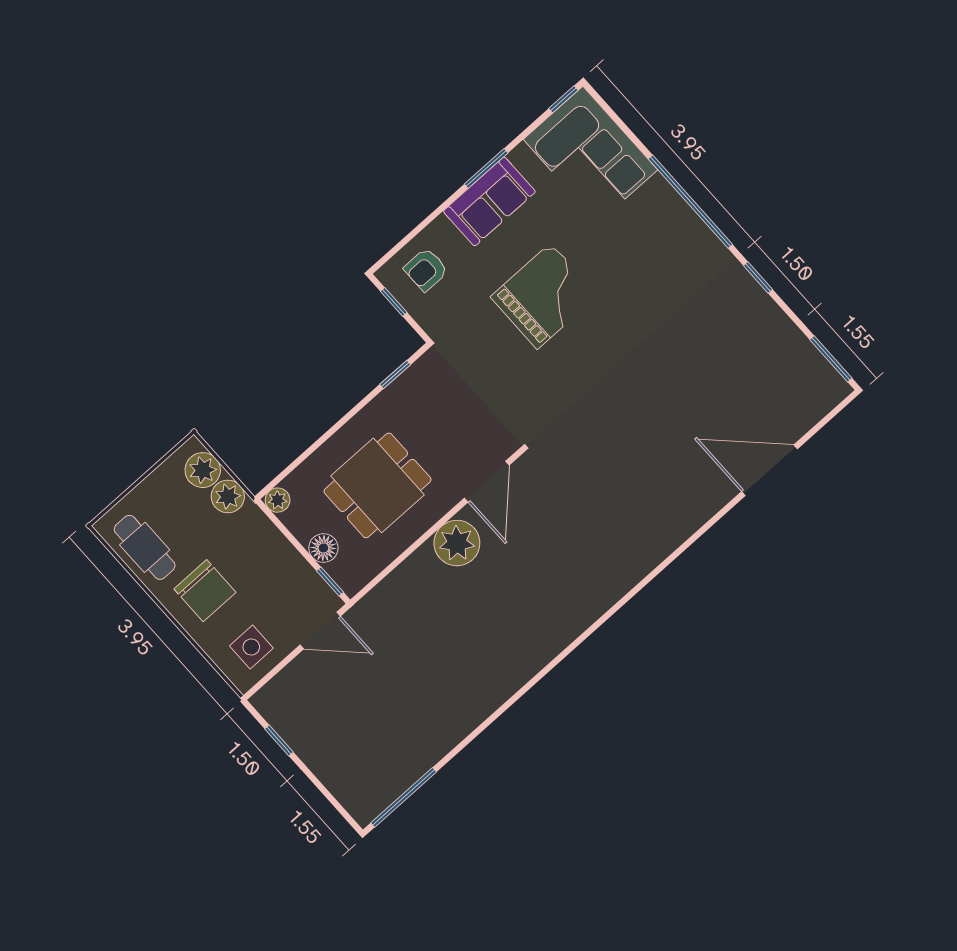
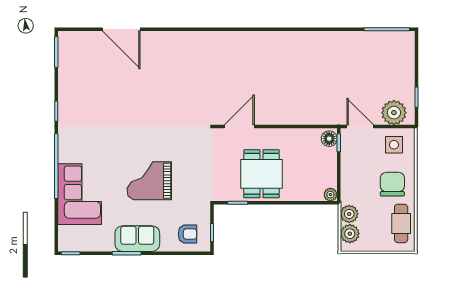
corner sofa: (590, 155) -> (80, 194), moved
dining table: (378, 485) -> (261, 174), moved, turned 90
plant: (457, 543) -> (394, 113), moved
floor lamp: (323, 548) -> (329, 139), moved

